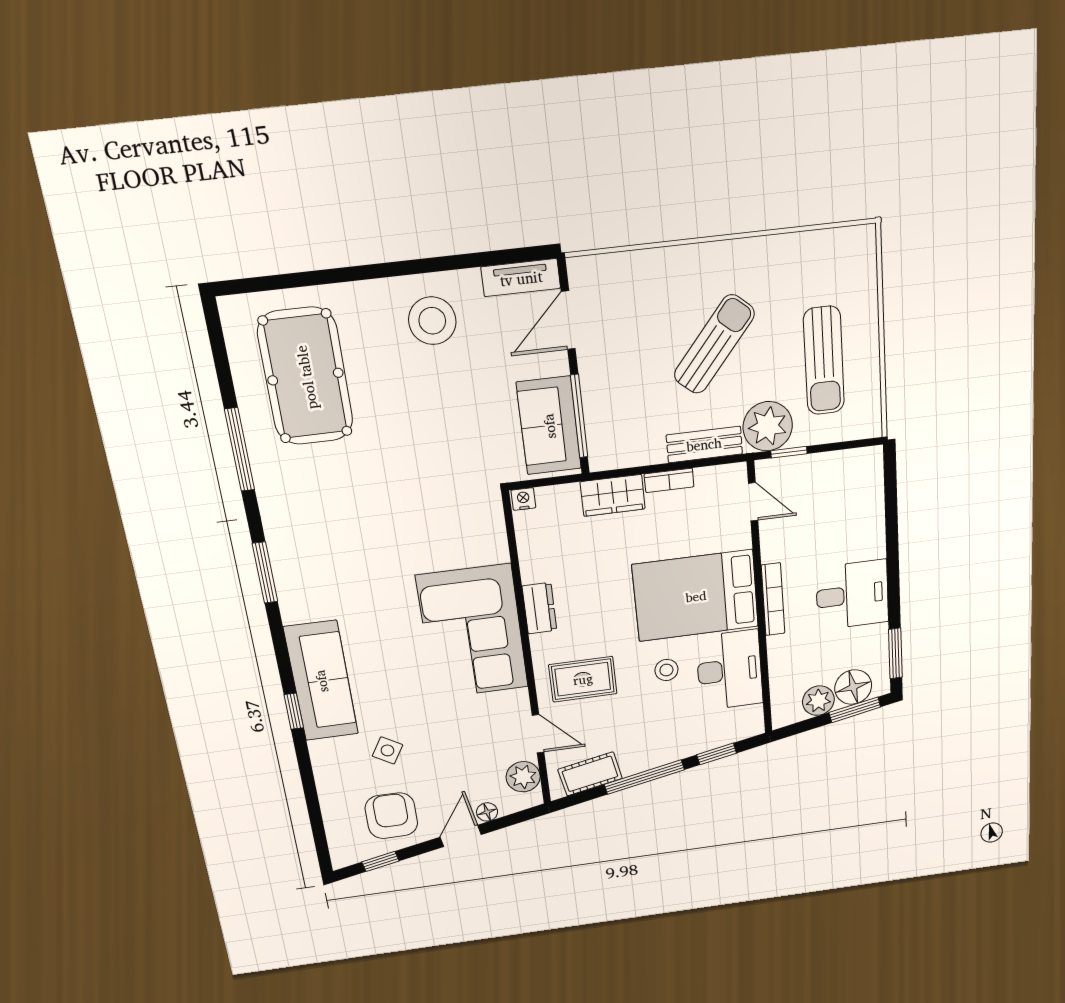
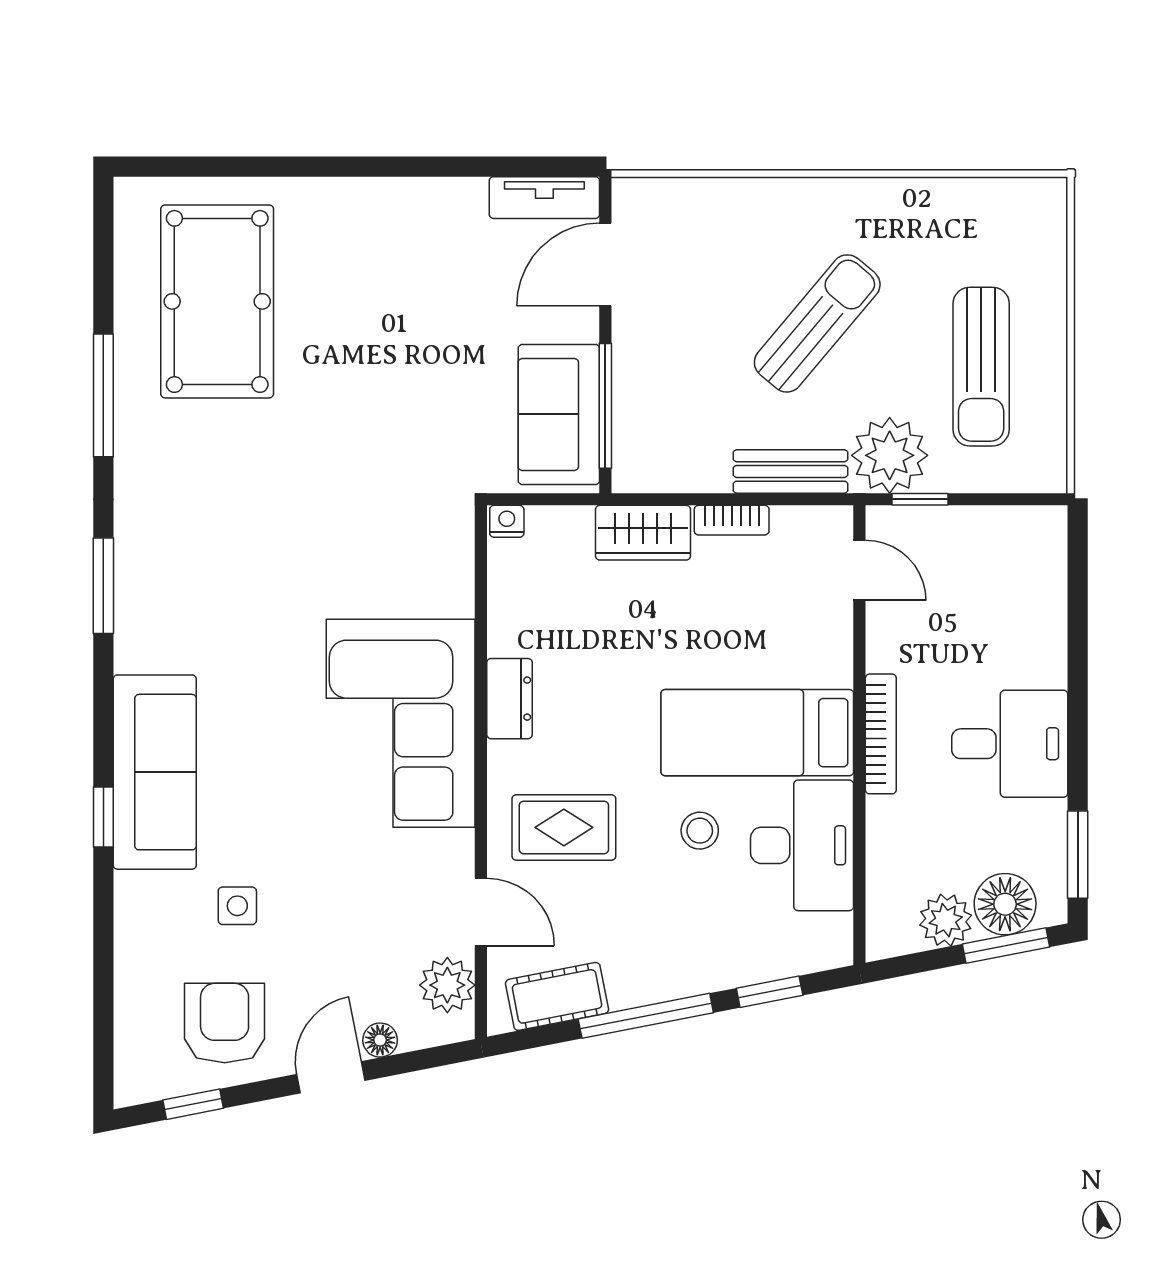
stool: (432, 321) -> (410, 243), removed
bed: (696, 596) -> (757, 733), width x0.67
side table: (387, 750) -> (237, 906), turned -31

